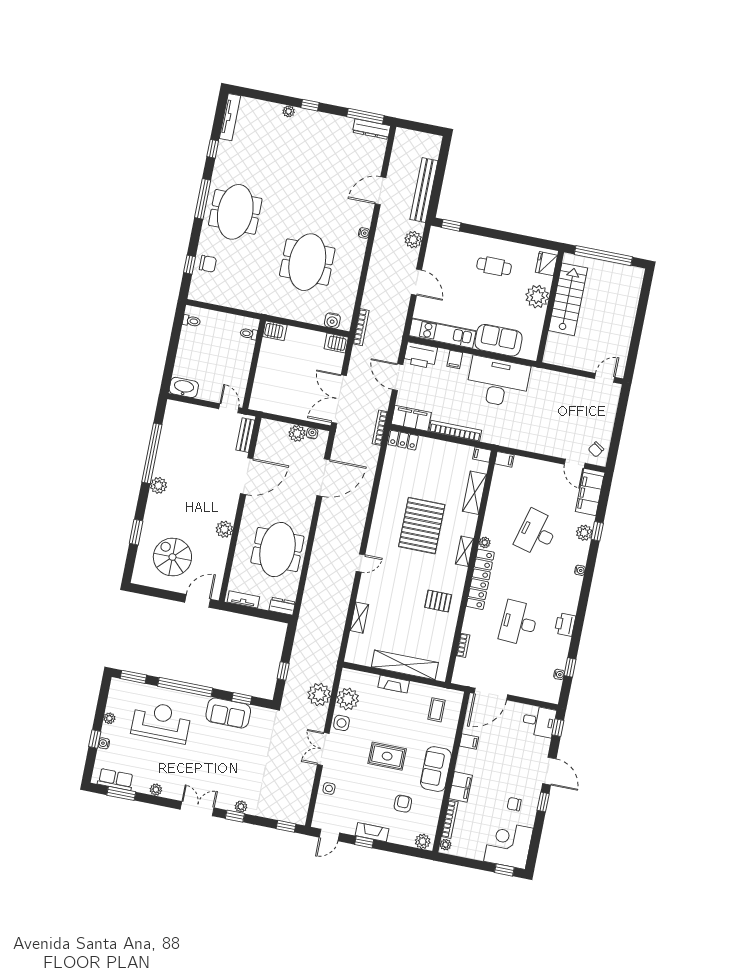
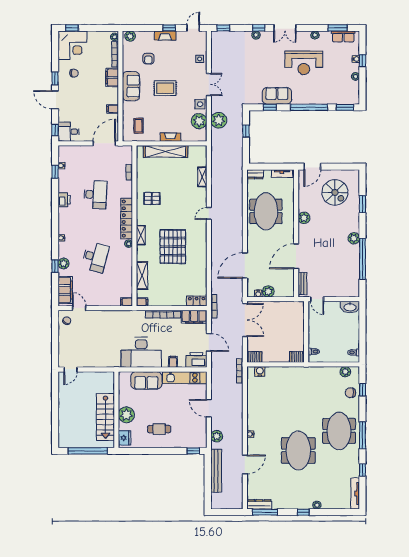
meeting table: (307, 262) -> (298, 450), moved
plant: (209, 295) -> (345, 372), added
reception desk: (161, 722) -> (304, 63), moved

